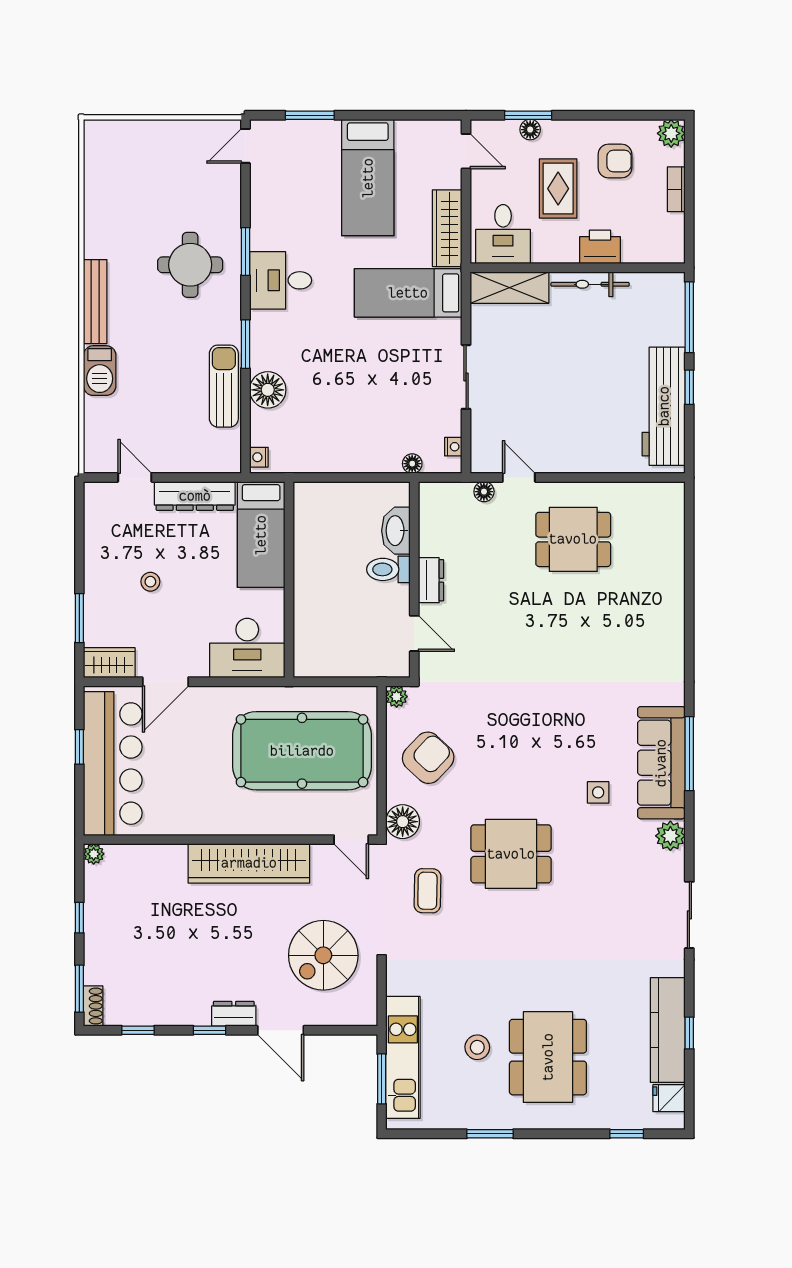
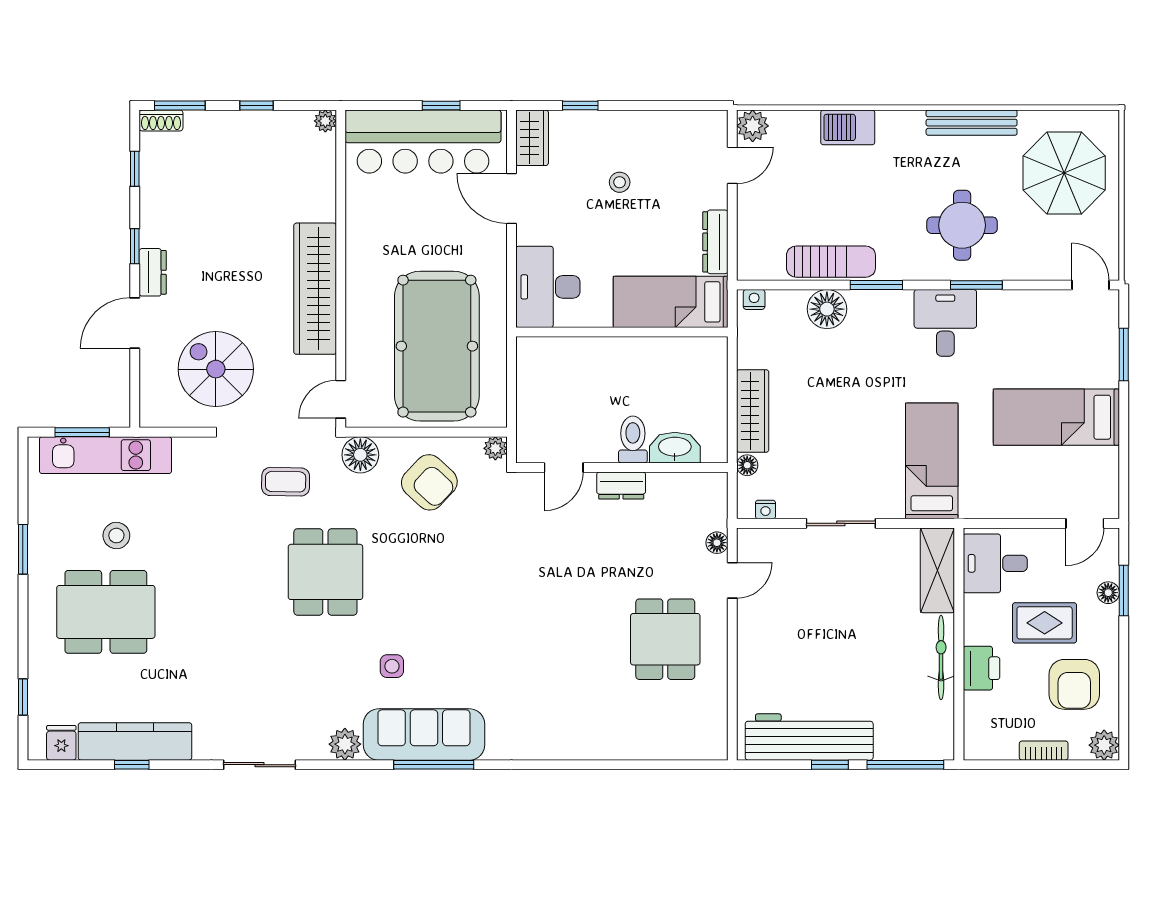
armchair: (615, 161) -> (1074, 684), width x1.38, depth x1.38
parasol: (142, 170) -> (1064, 173), added
wardrobe: (447, 228) -> (753, 411), moved, turned 90
bench: (95, 302) -> (972, 123), moved
plant: (98, 459) -> (753, 126), added
dresser: (195, 496) -> (715, 242), width x0.73, depth x0.80
window: (79, 618) -> (580, 105), width x0.67

